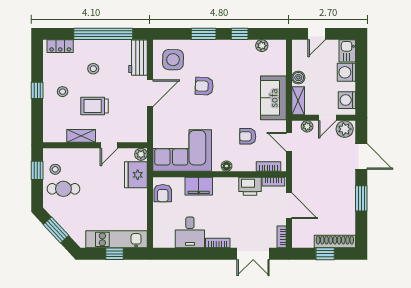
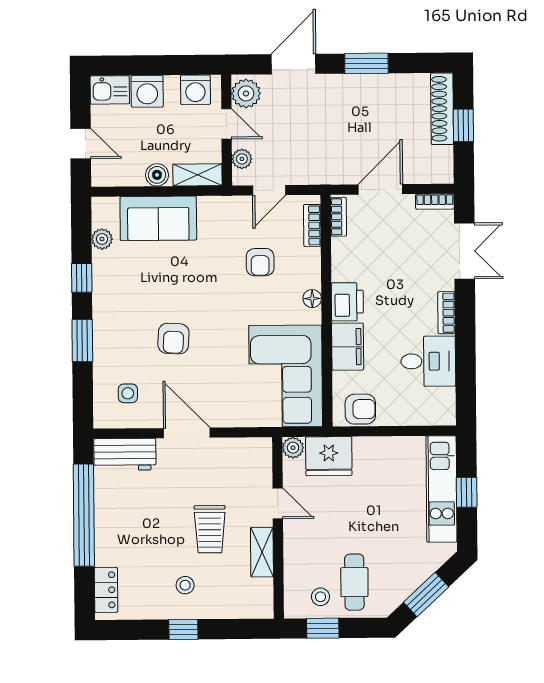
side table: (173, 60) -> (128, 393), width x0.54, depth x0.54
stool: (93, 69) -> (145, 532), removed
sofa: (273, 98) -> (158, 218), moved
printer: (250, 186) -> (347, 302), moved

